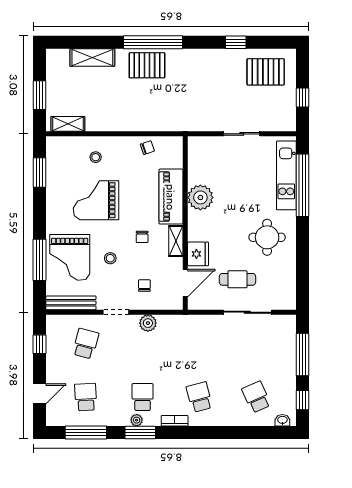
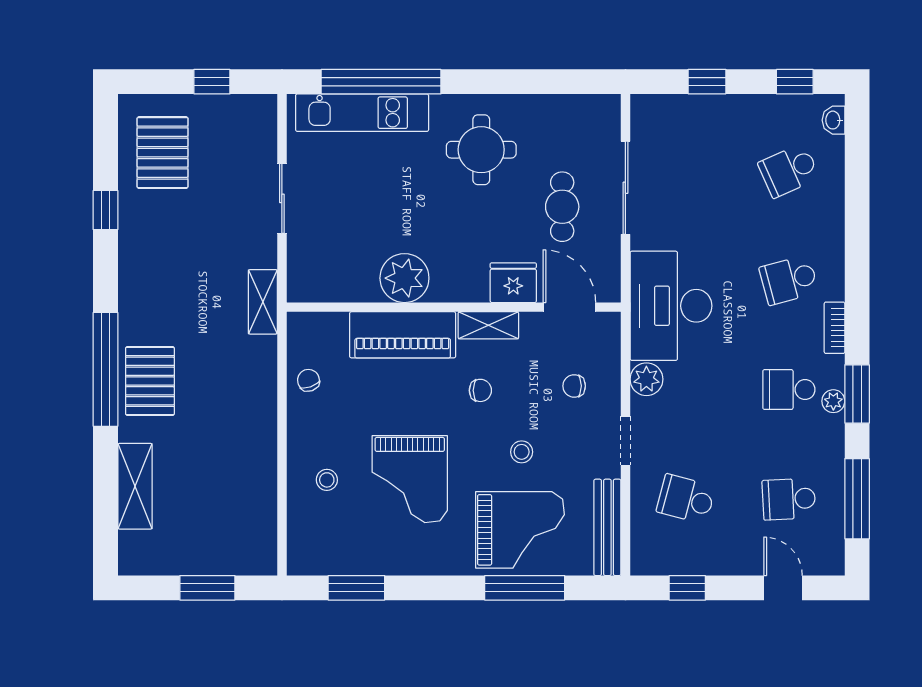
shelving: (68, 124) -> (263, 302), moved
desk: (186, 336) -> (671, 306), added
window: (302, 355) -> (707, 82), width x0.46

